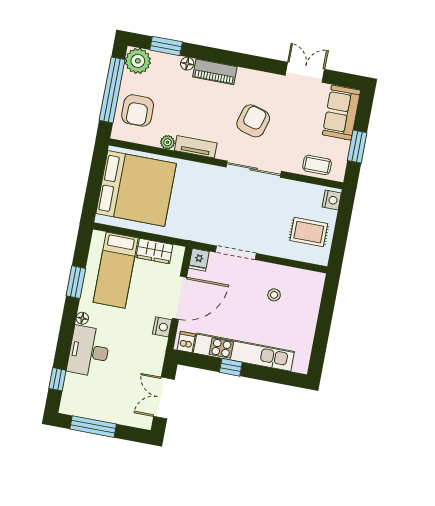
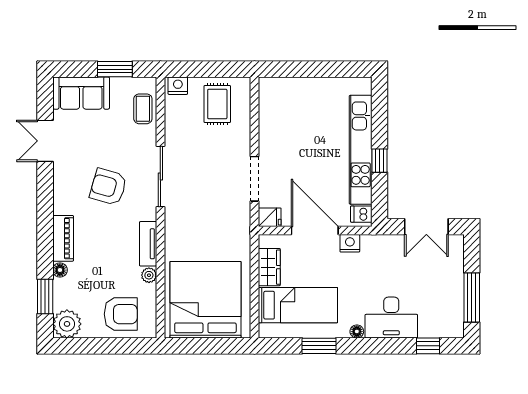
window: (112, 90) -> (104, 346), removed
stool: (274, 295) -> (292, 129), removed

